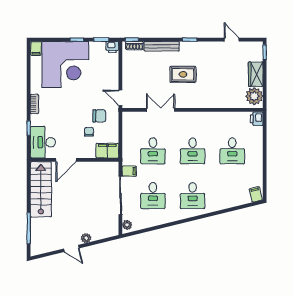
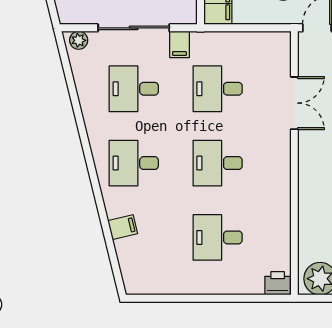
filing cabinet: (256, 194) -> (123, 227), moved

